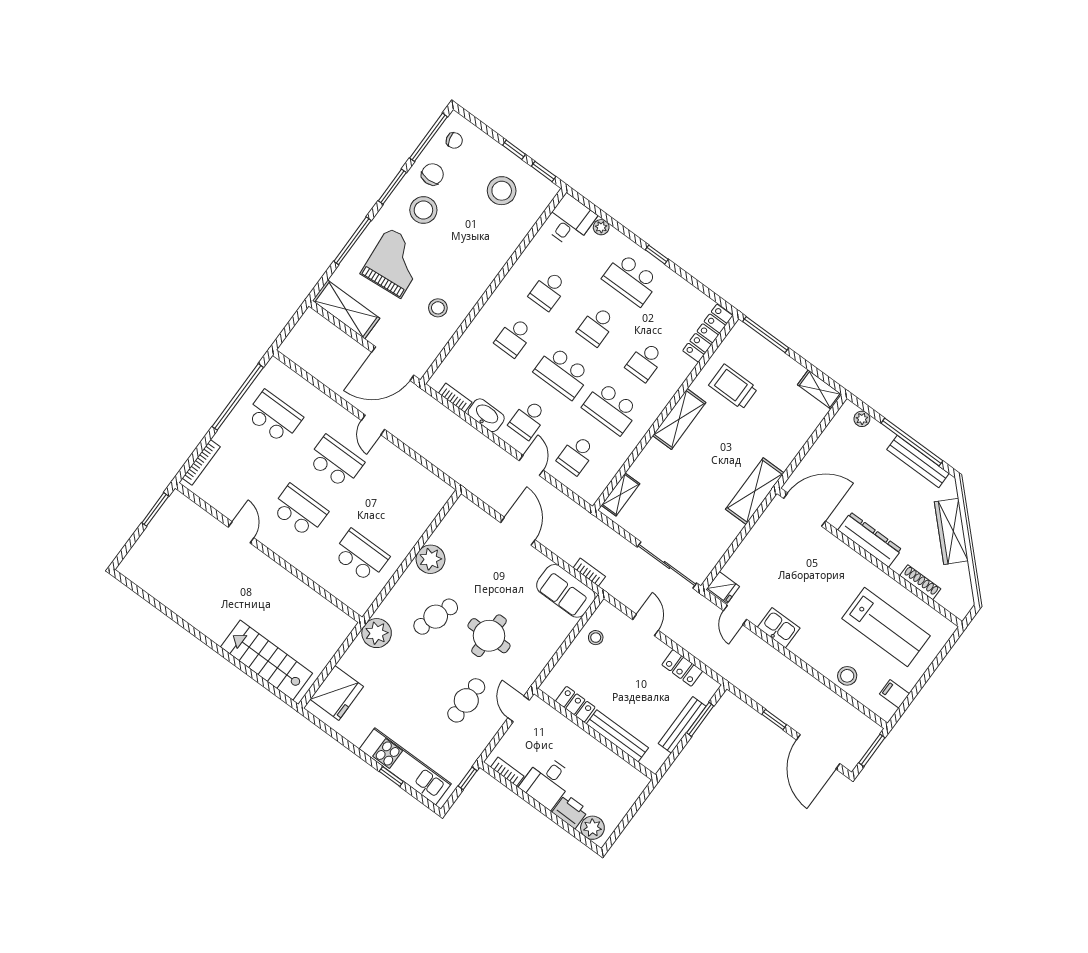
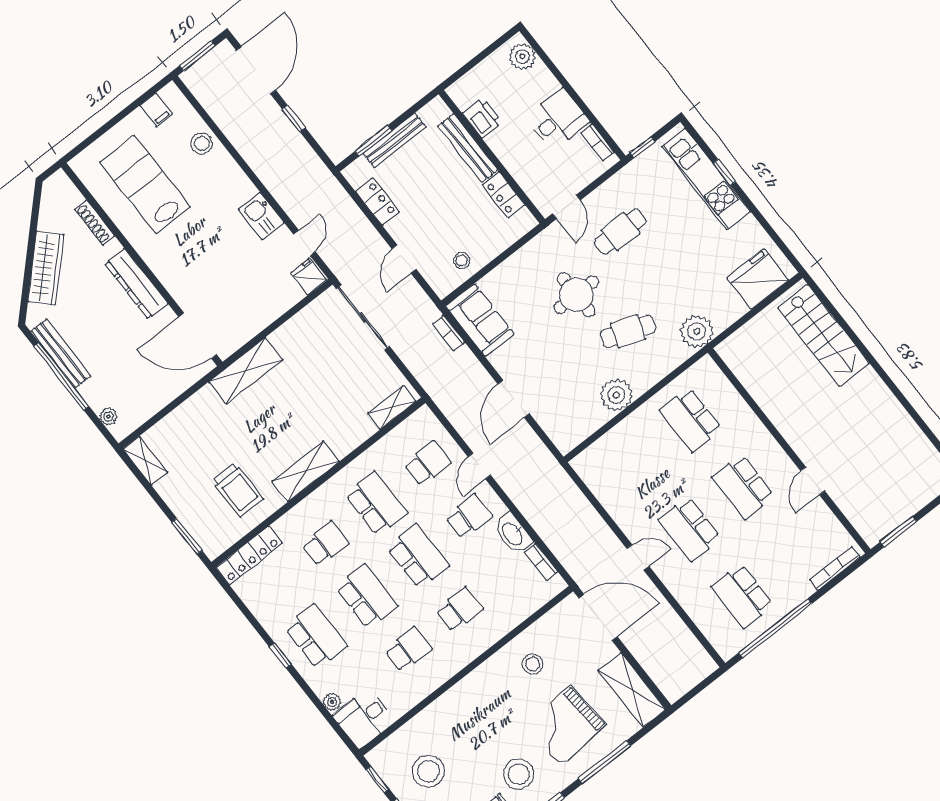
school desk: (597, 326) -> (367, 597), width x1.85
window: (766, 335) -> (187, 536), width x0.69
door: (373, 425) -> (638, 557), hinge flipped
printer: (570, 811) -> (482, 118), moved, turned 180

